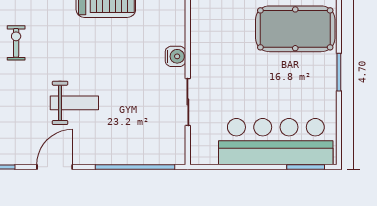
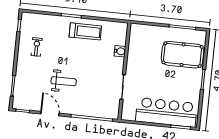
water cooler: (176, 56) -> (120, 51), moved
door: (55, 167) -> (50, 114), hinge flipped

